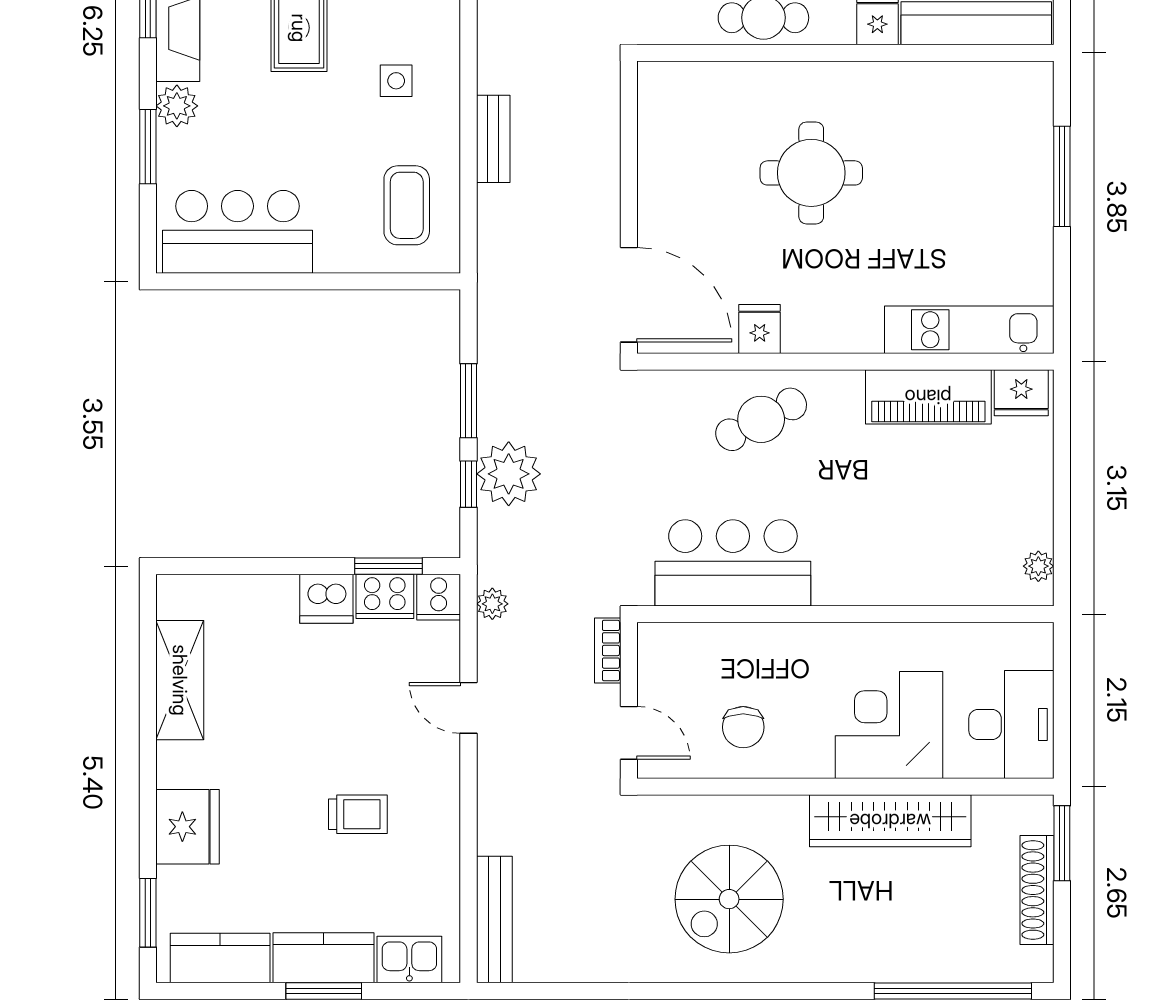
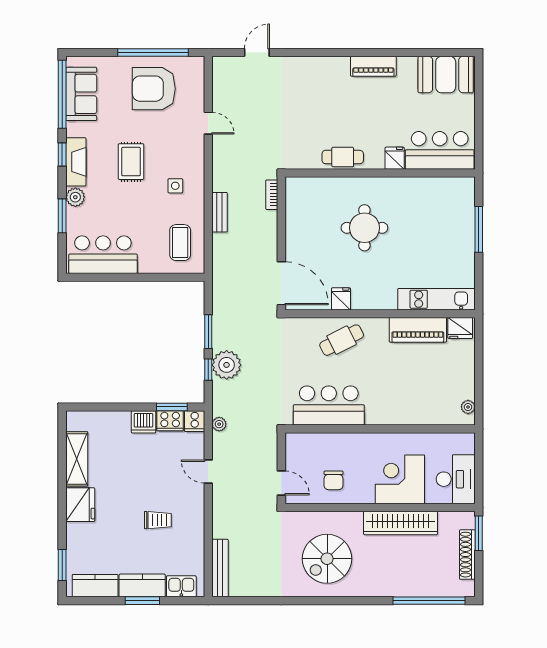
bookcase: (608, 650) -> (272, 195), moved
fridge: (187, 827) -> (80, 505), moved

